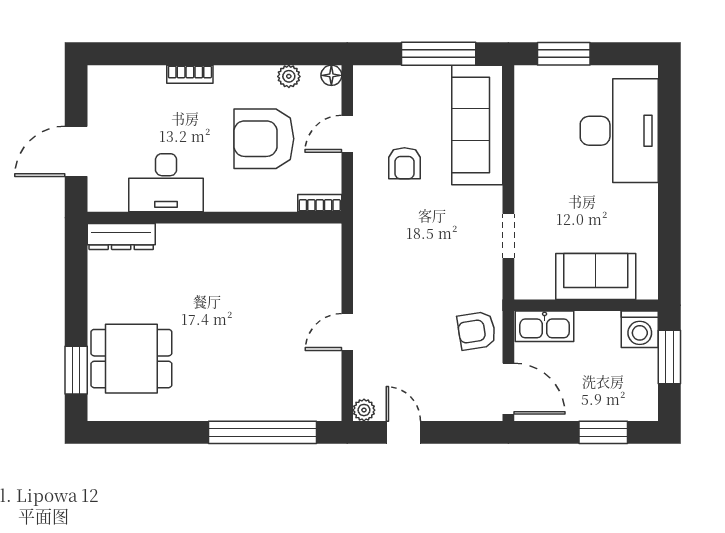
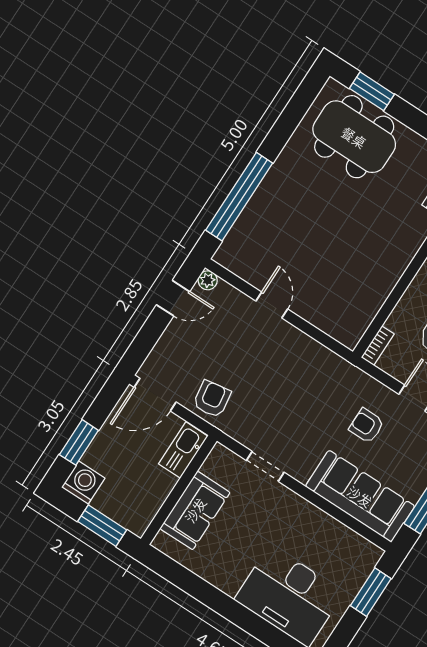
washing machine: (640, 329) -> (83, 483), moved, turned 90
dining table: (131, 359) -> (354, 137), width x1.38

